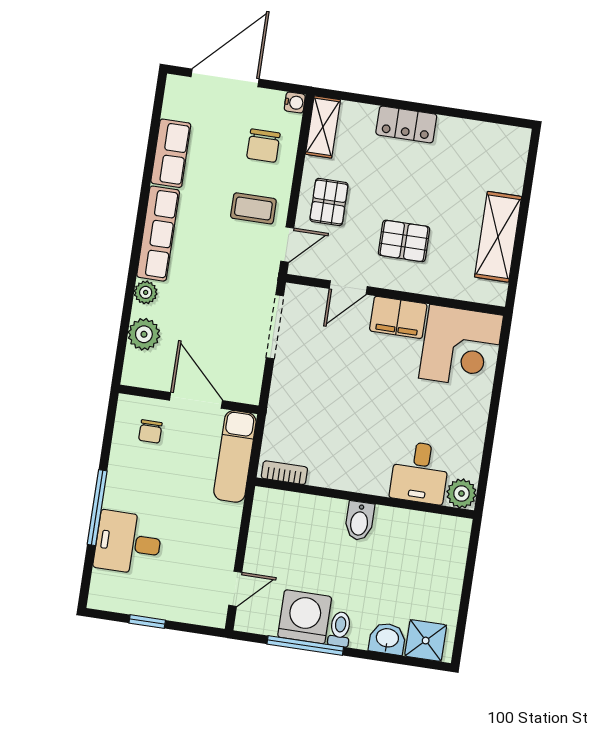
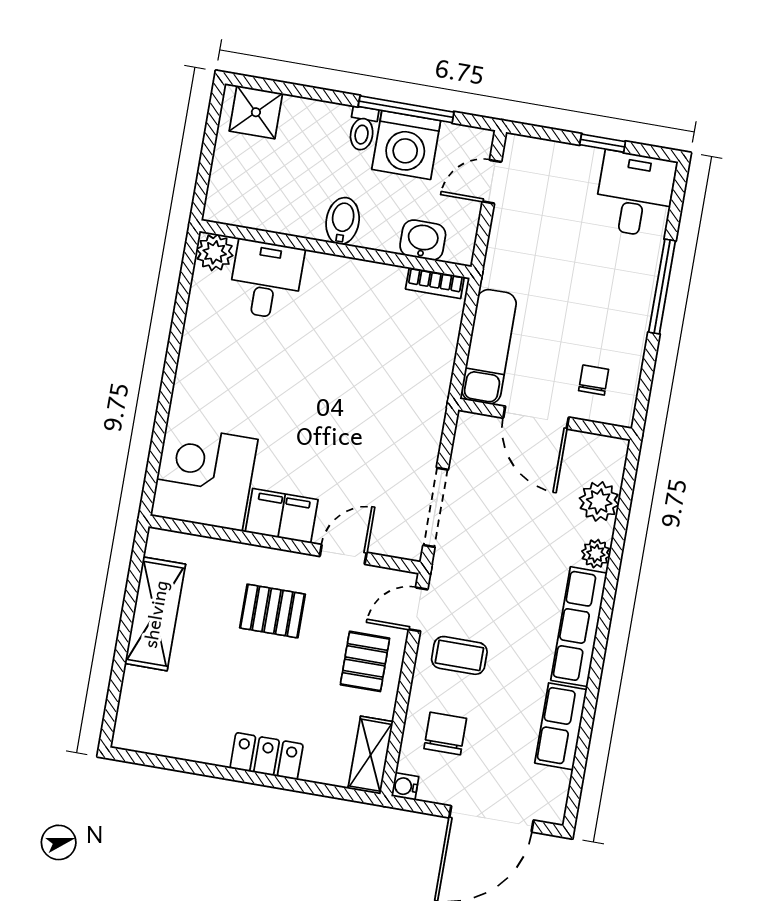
bookcase: (284, 473) -> (435, 283), moved
desk: (420, 473) -> (266, 280), moved
plant: (461, 494) -> (215, 252), moved
wall: (365, 498) -> (336, 249), moved
bidet: (359, 521) -> (343, 221), moved
desk: (128, 543) -> (635, 194), moved, turned -90
washbasin: (387, 639) -> (423, 240), moved, turned 180

